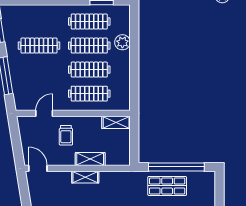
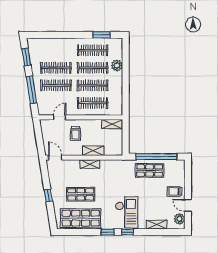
clothes rail: (39, 70) -> (56, 85), added

